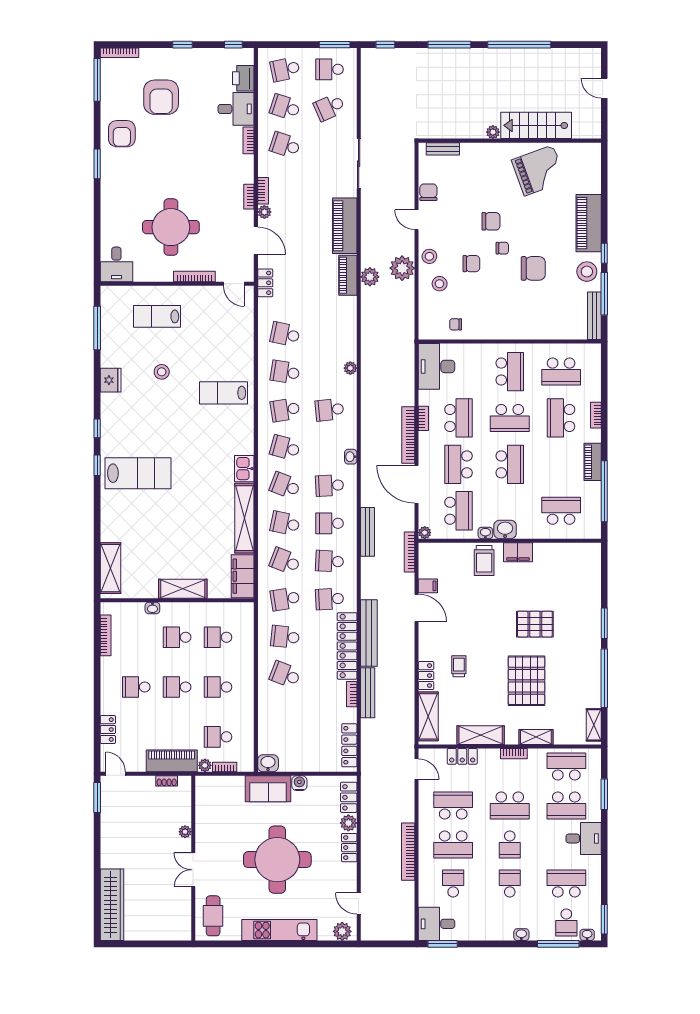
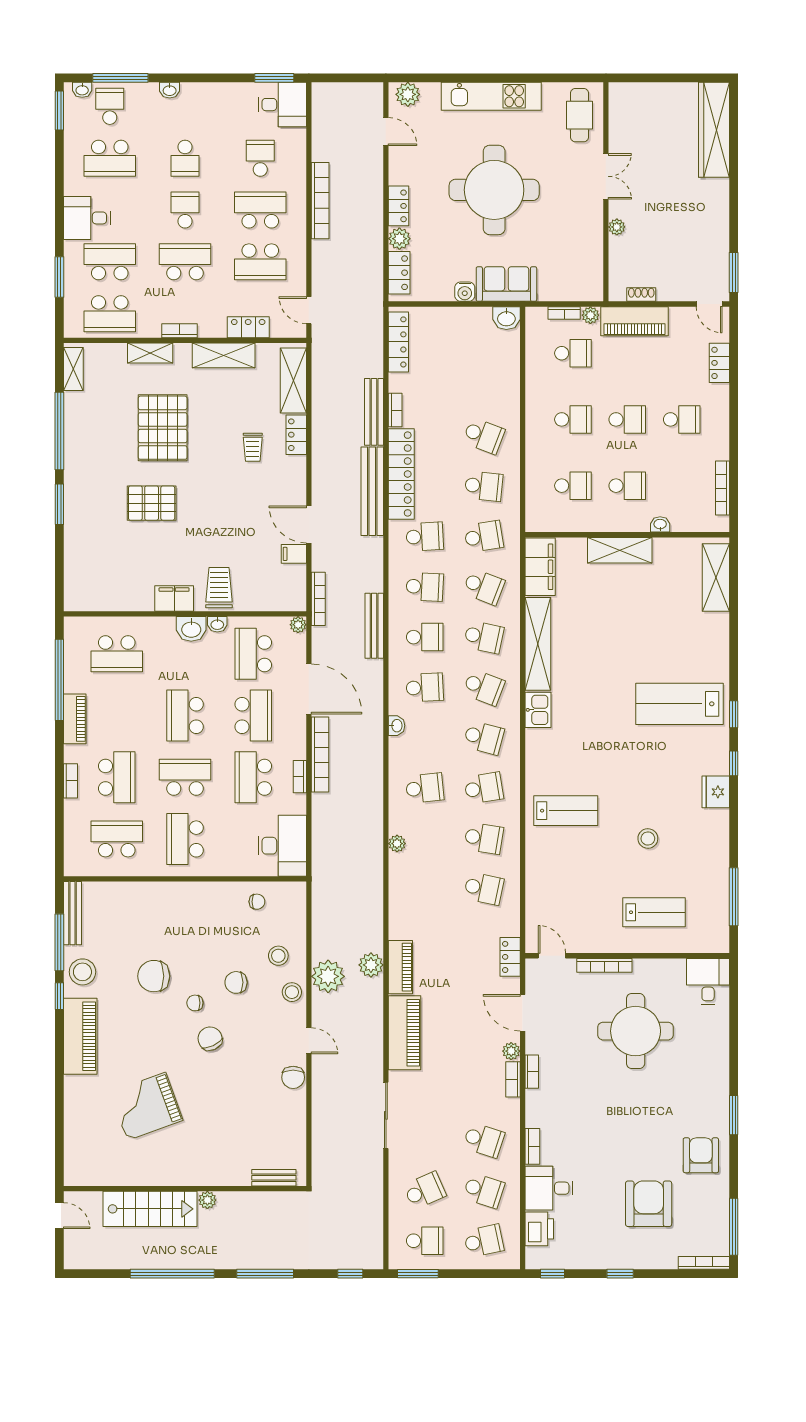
stairs: (536, 125) -> (150, 1209), moved
plant: (493, 132) -> (207, 1200), moved
wall: (510, 141) -> (185, 1189), moved
bench: (443, 149) -> (274, 1178), moved
chair: (491, 221) -> (210, 1039), turned 65
fridge: (111, 380) -> (716, 792), moved
school desk: (453, 883) -> (260, 158), turned 180

